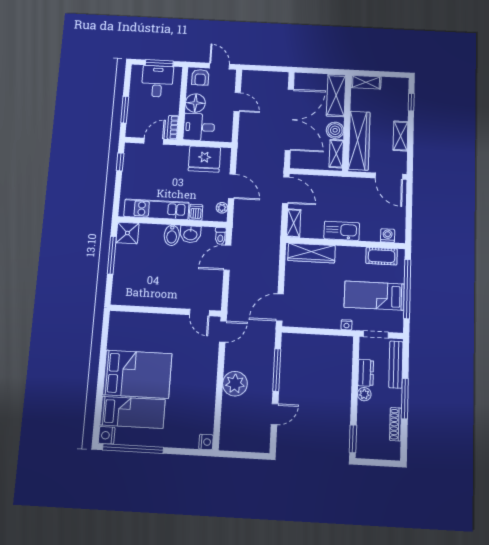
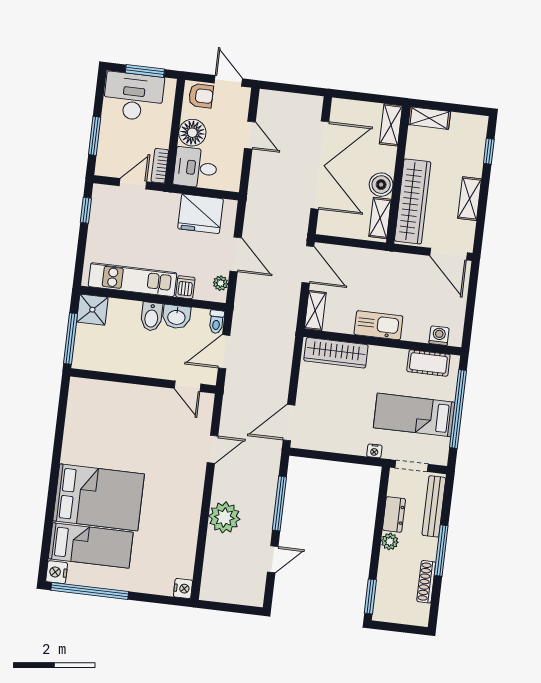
armchair: (200, 77) -> (201, 96), turned -90
desk: (157, 81) -> (134, 97), width x1.37
shelving: (336, 95) -> (391, 125), width x0.67, depth x0.75
wall: (165, 311) -> (143, 381), moved
door: (199, 313) -> (188, 386), moved

